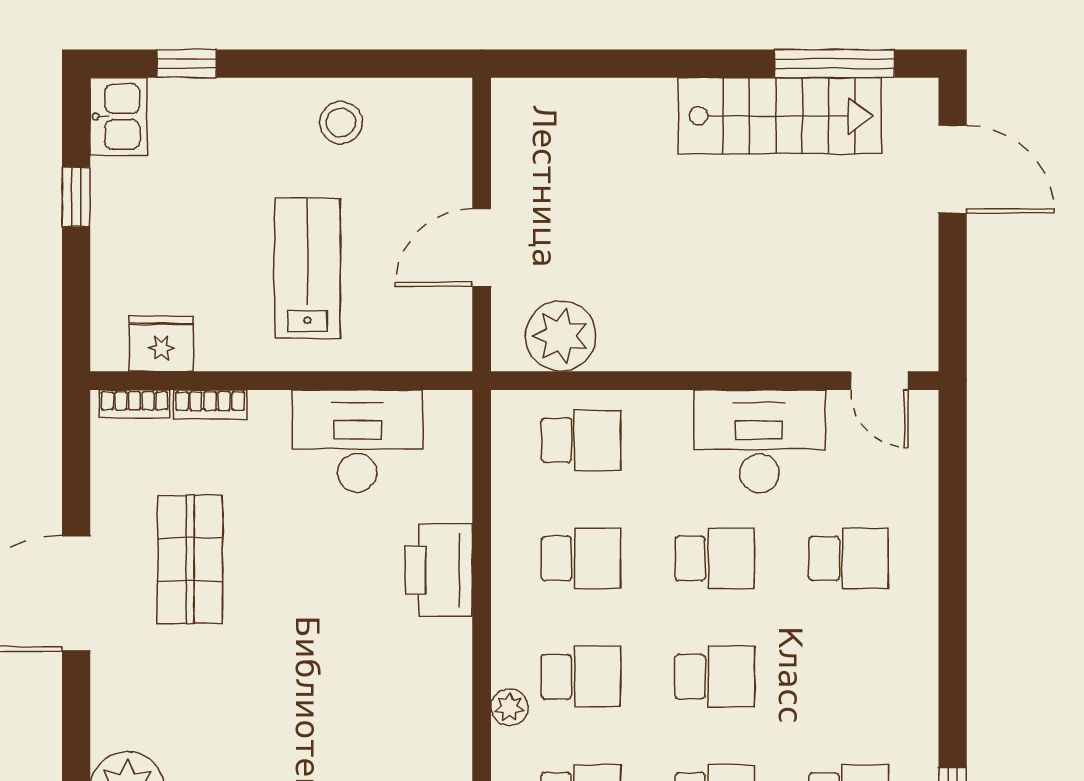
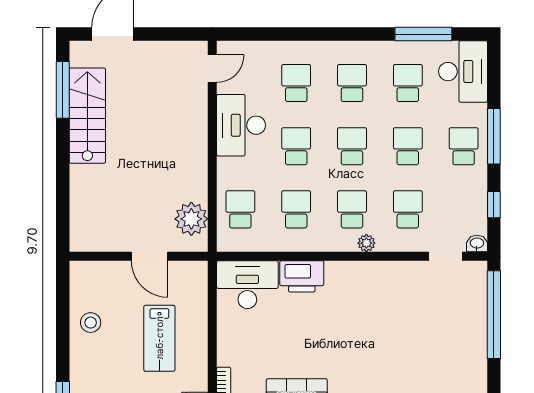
lab bench: (307, 268) -> (159, 338), turned -90
desk: (357, 441) -> (247, 285), moved, turned 90
school desk: (849, 677) -> (352, 83), added

